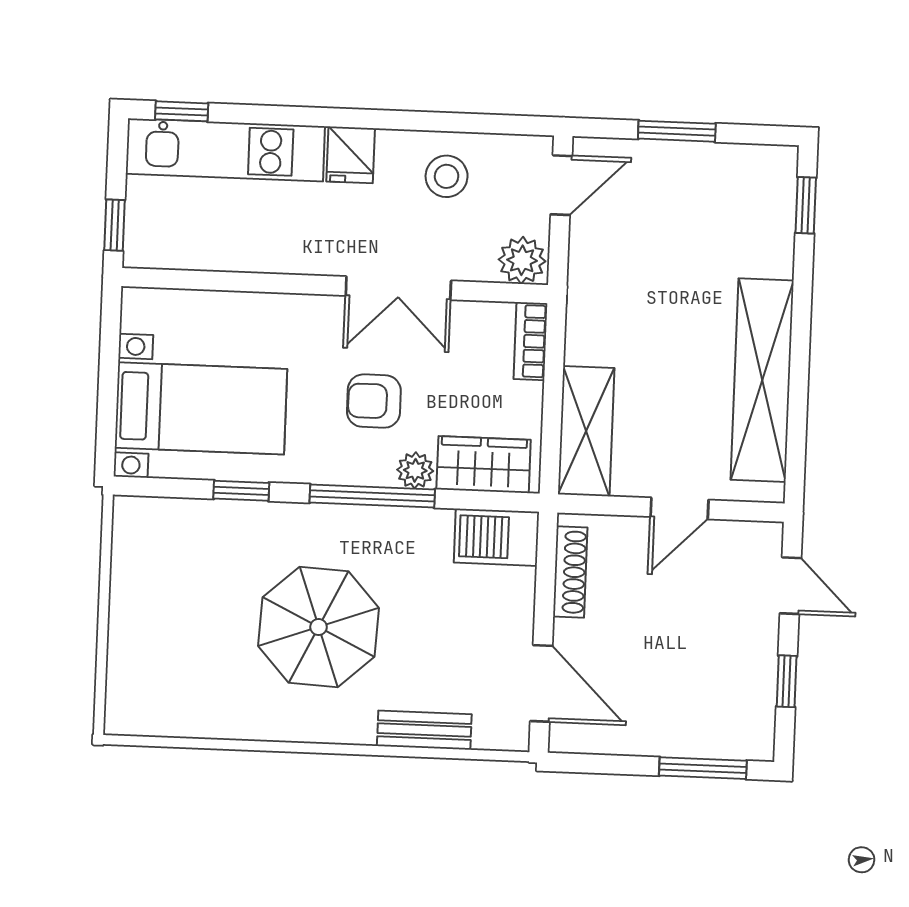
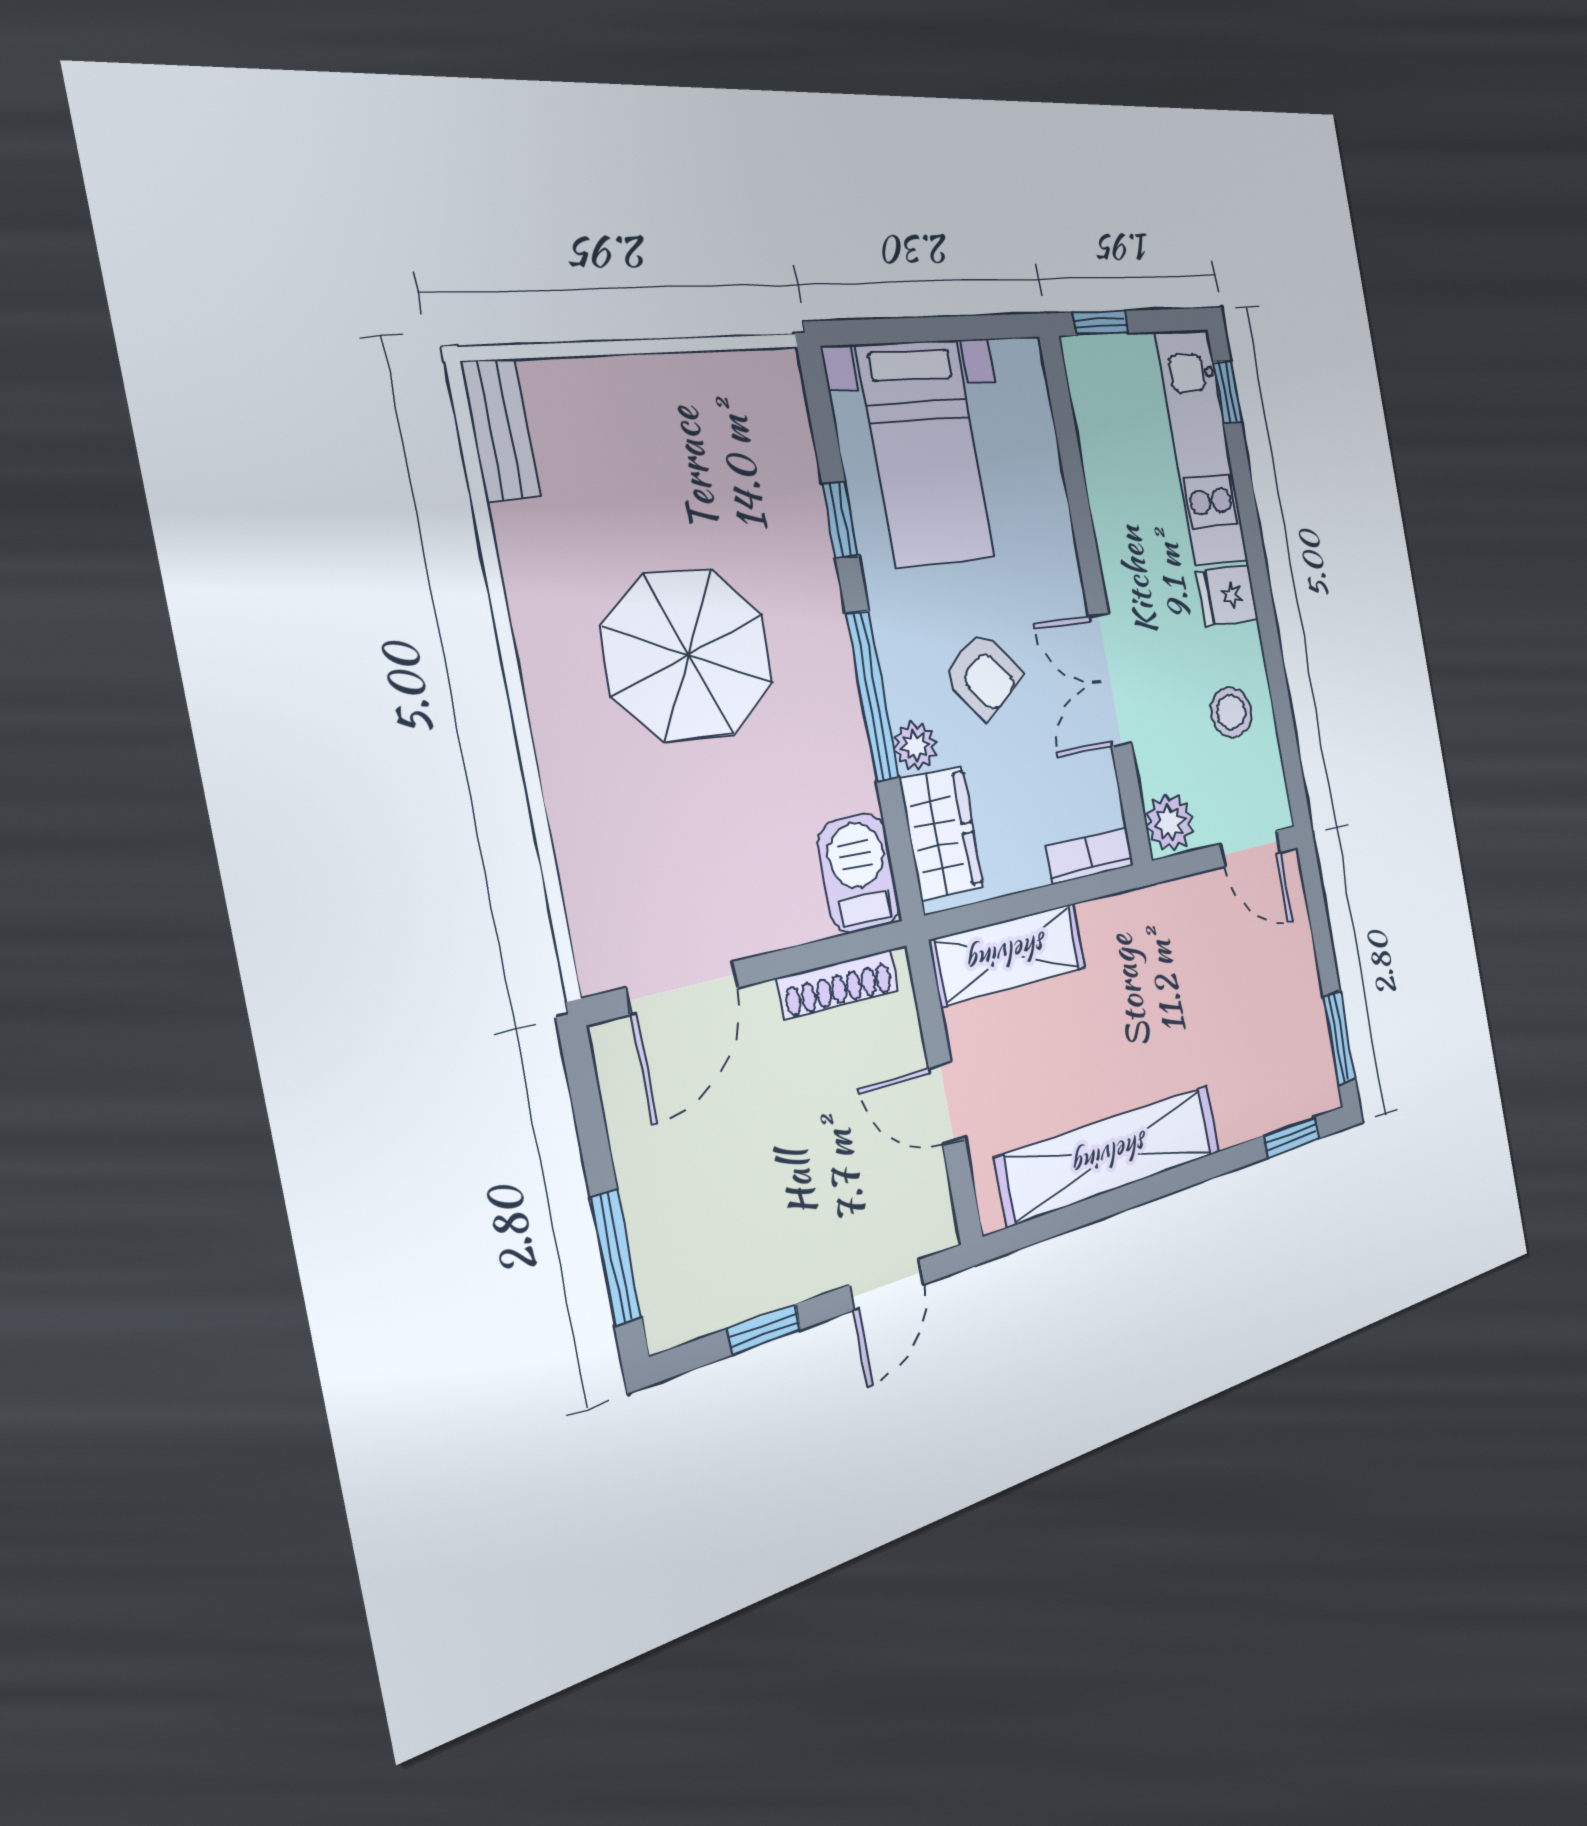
window: (677, 131) -> (1339, 1038), moved
armchair: (374, 401) -> (983, 675), turned 141
bench: (424, 730) -> (501, 430), moved

